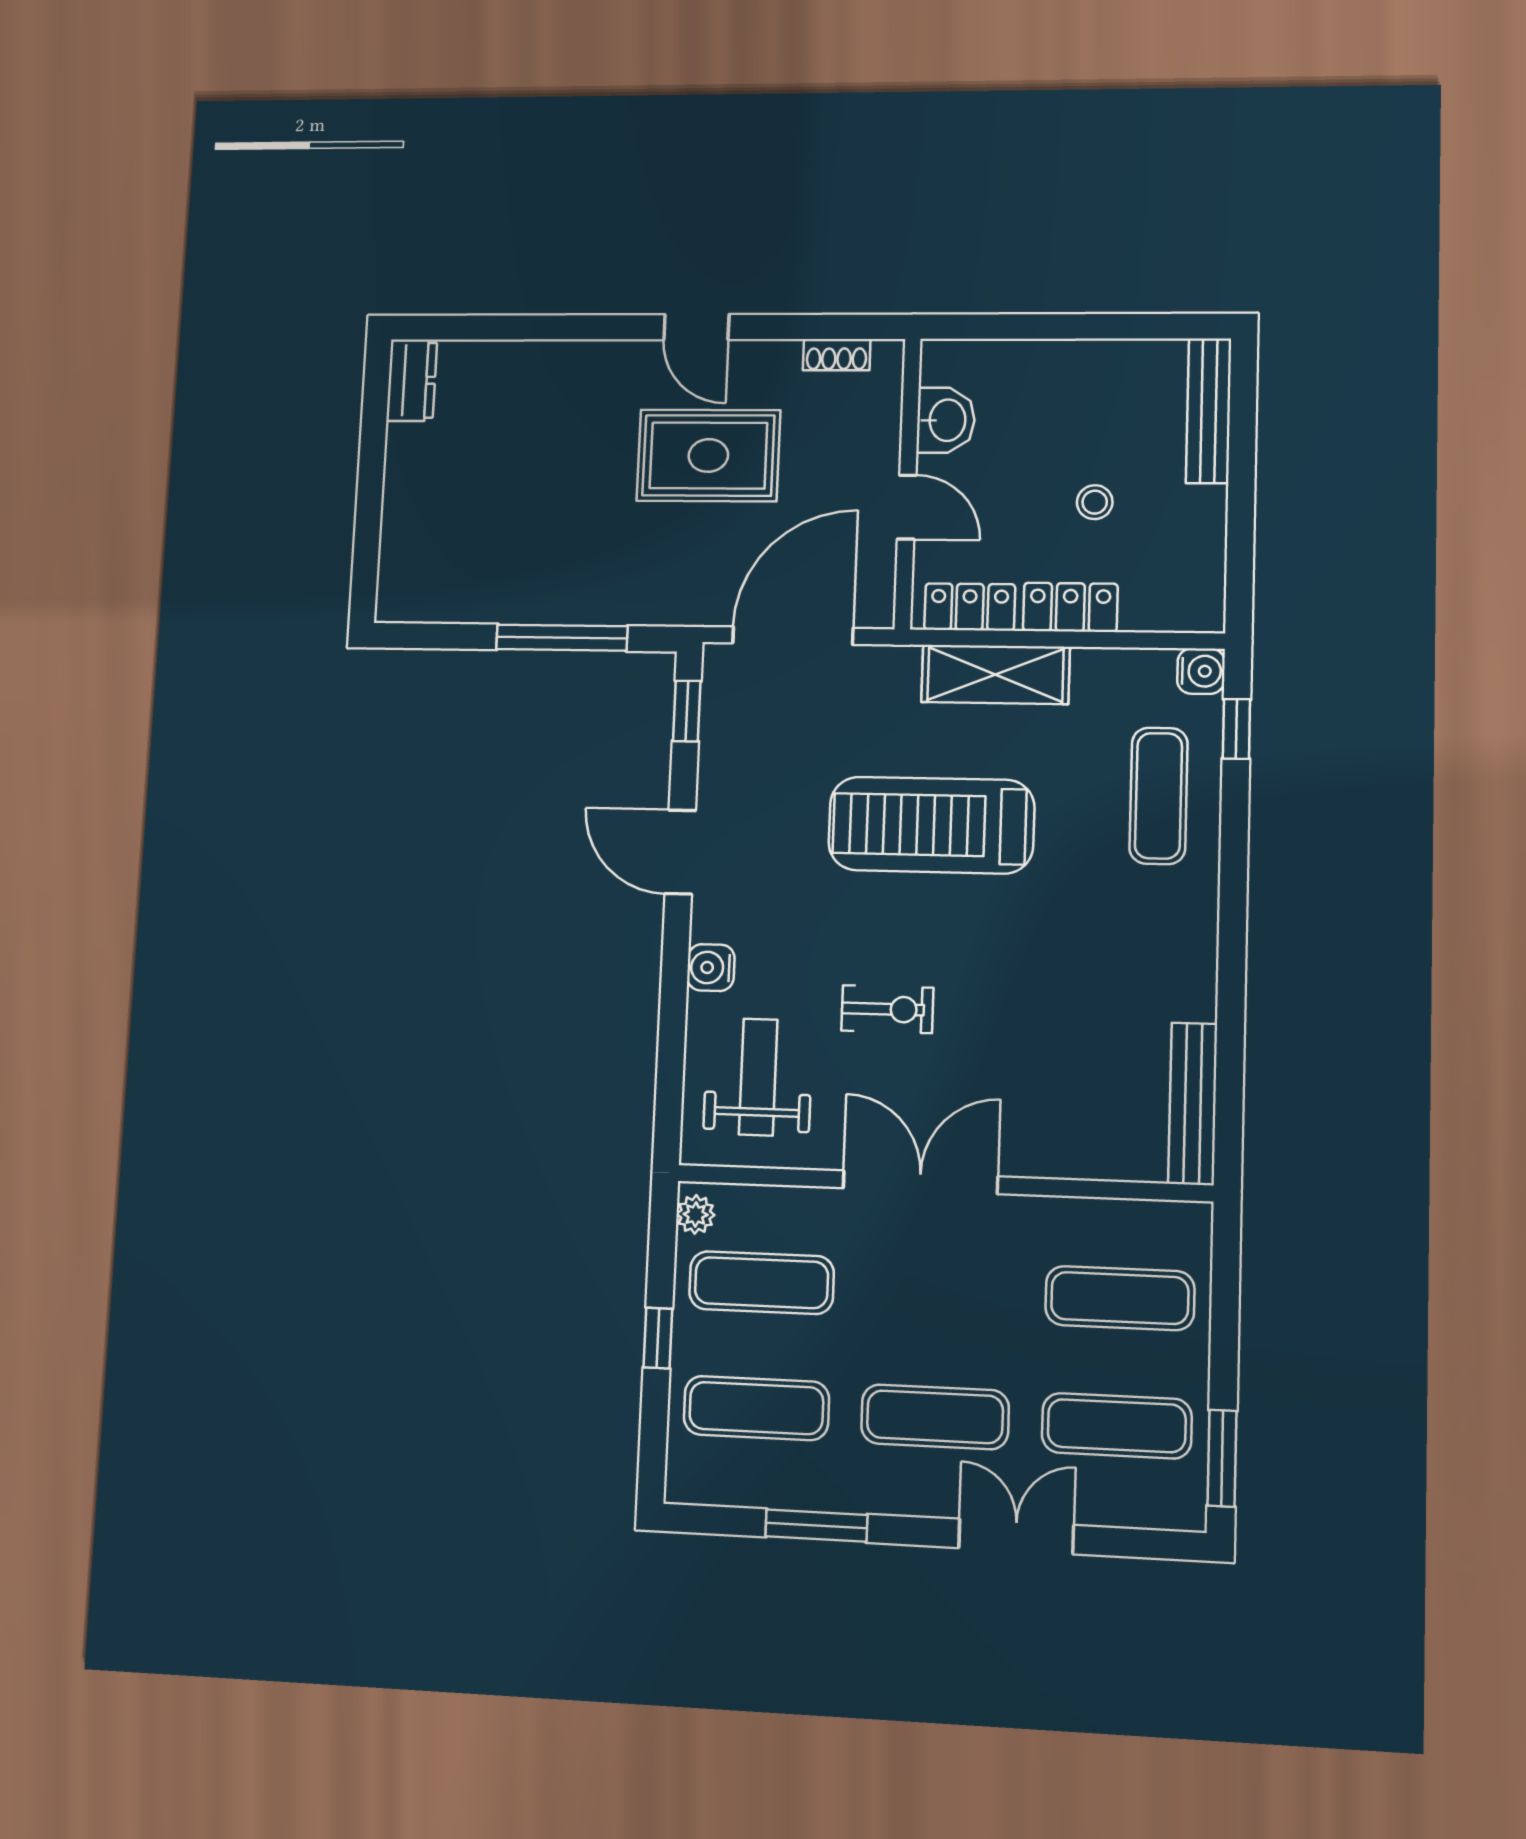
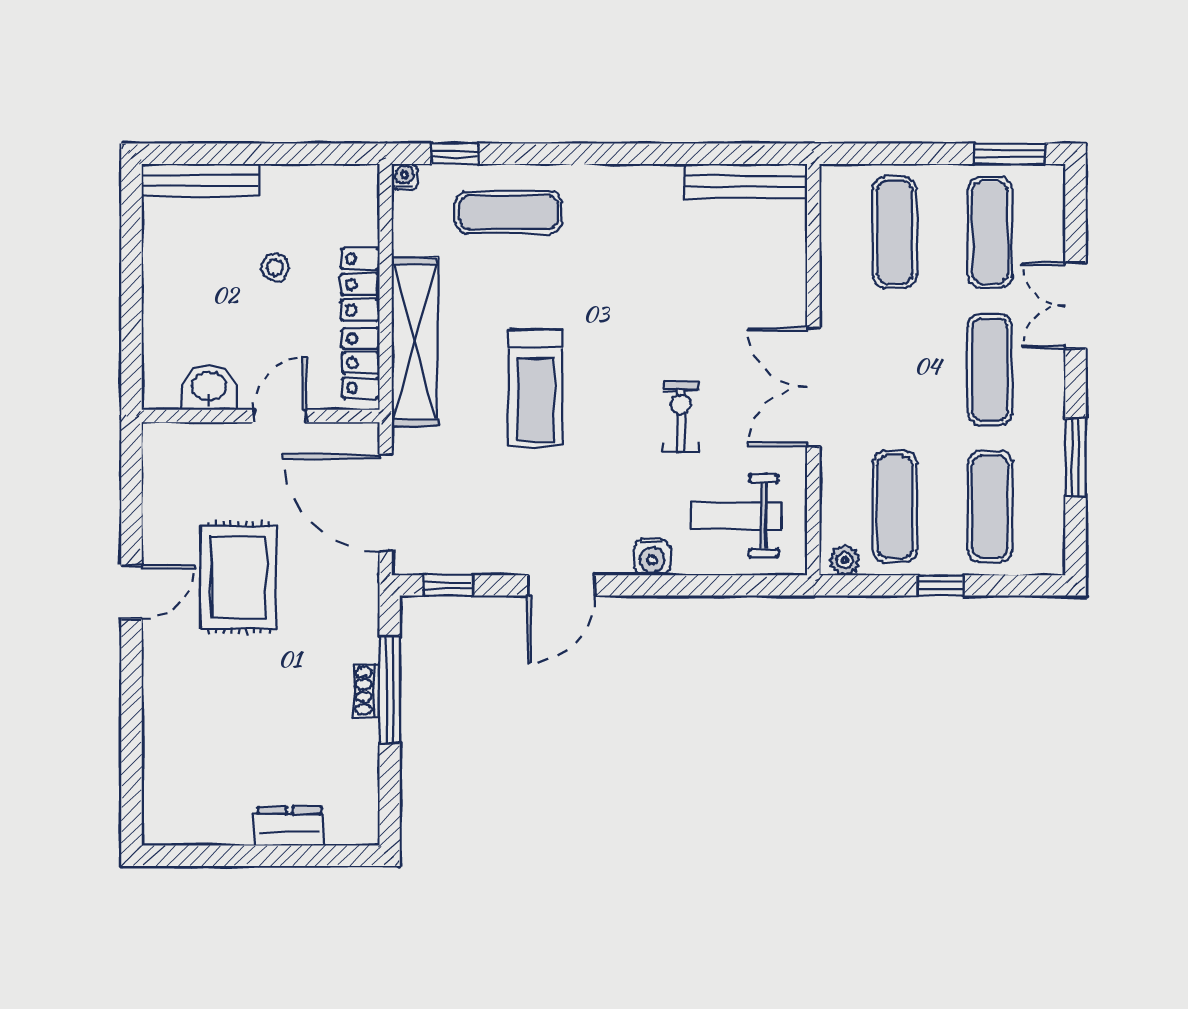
shoe rack: (837, 355) -> (367, 691), moved, turned 180
dresser: (412, 380) -> (290, 826), moved
water cooler: (1201, 671) -> (405, 177), width x0.72, depth x0.72
shelving: (995, 674) -> (415, 341), width x1.47
treadmill: (931, 825) -> (535, 388), width x0.73, depth x0.73

